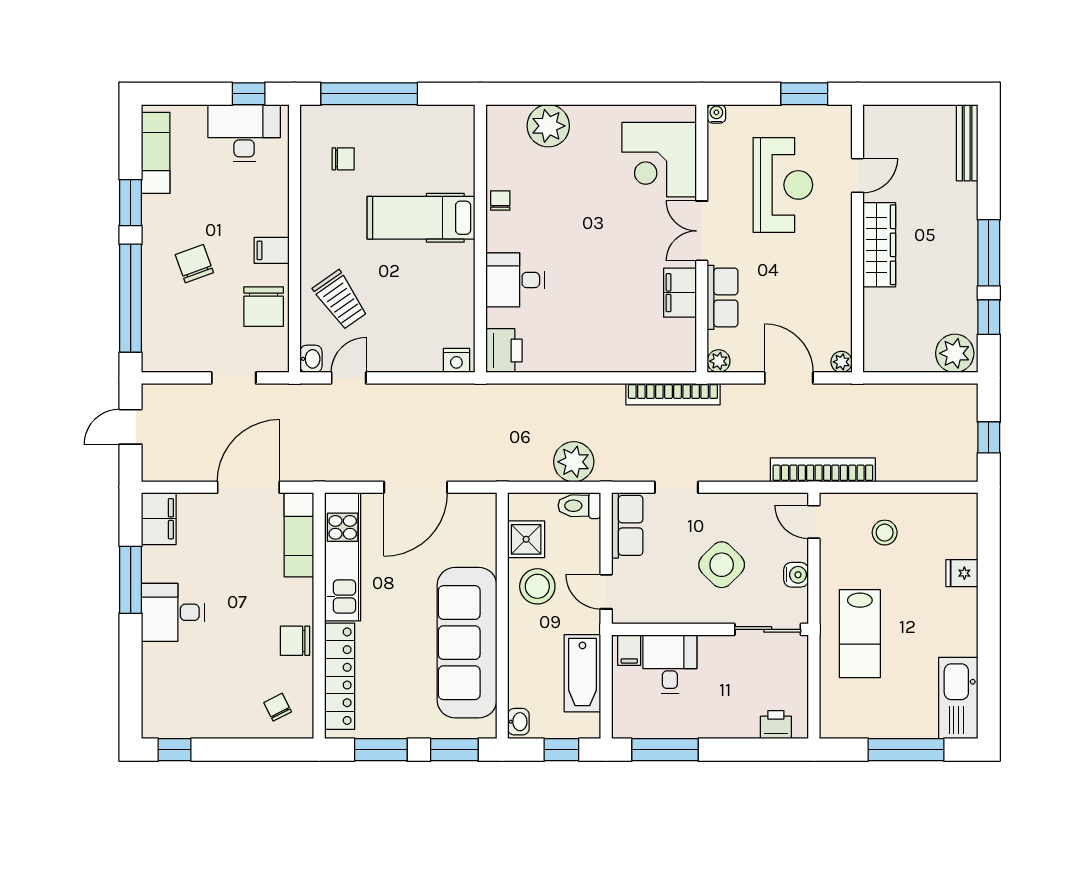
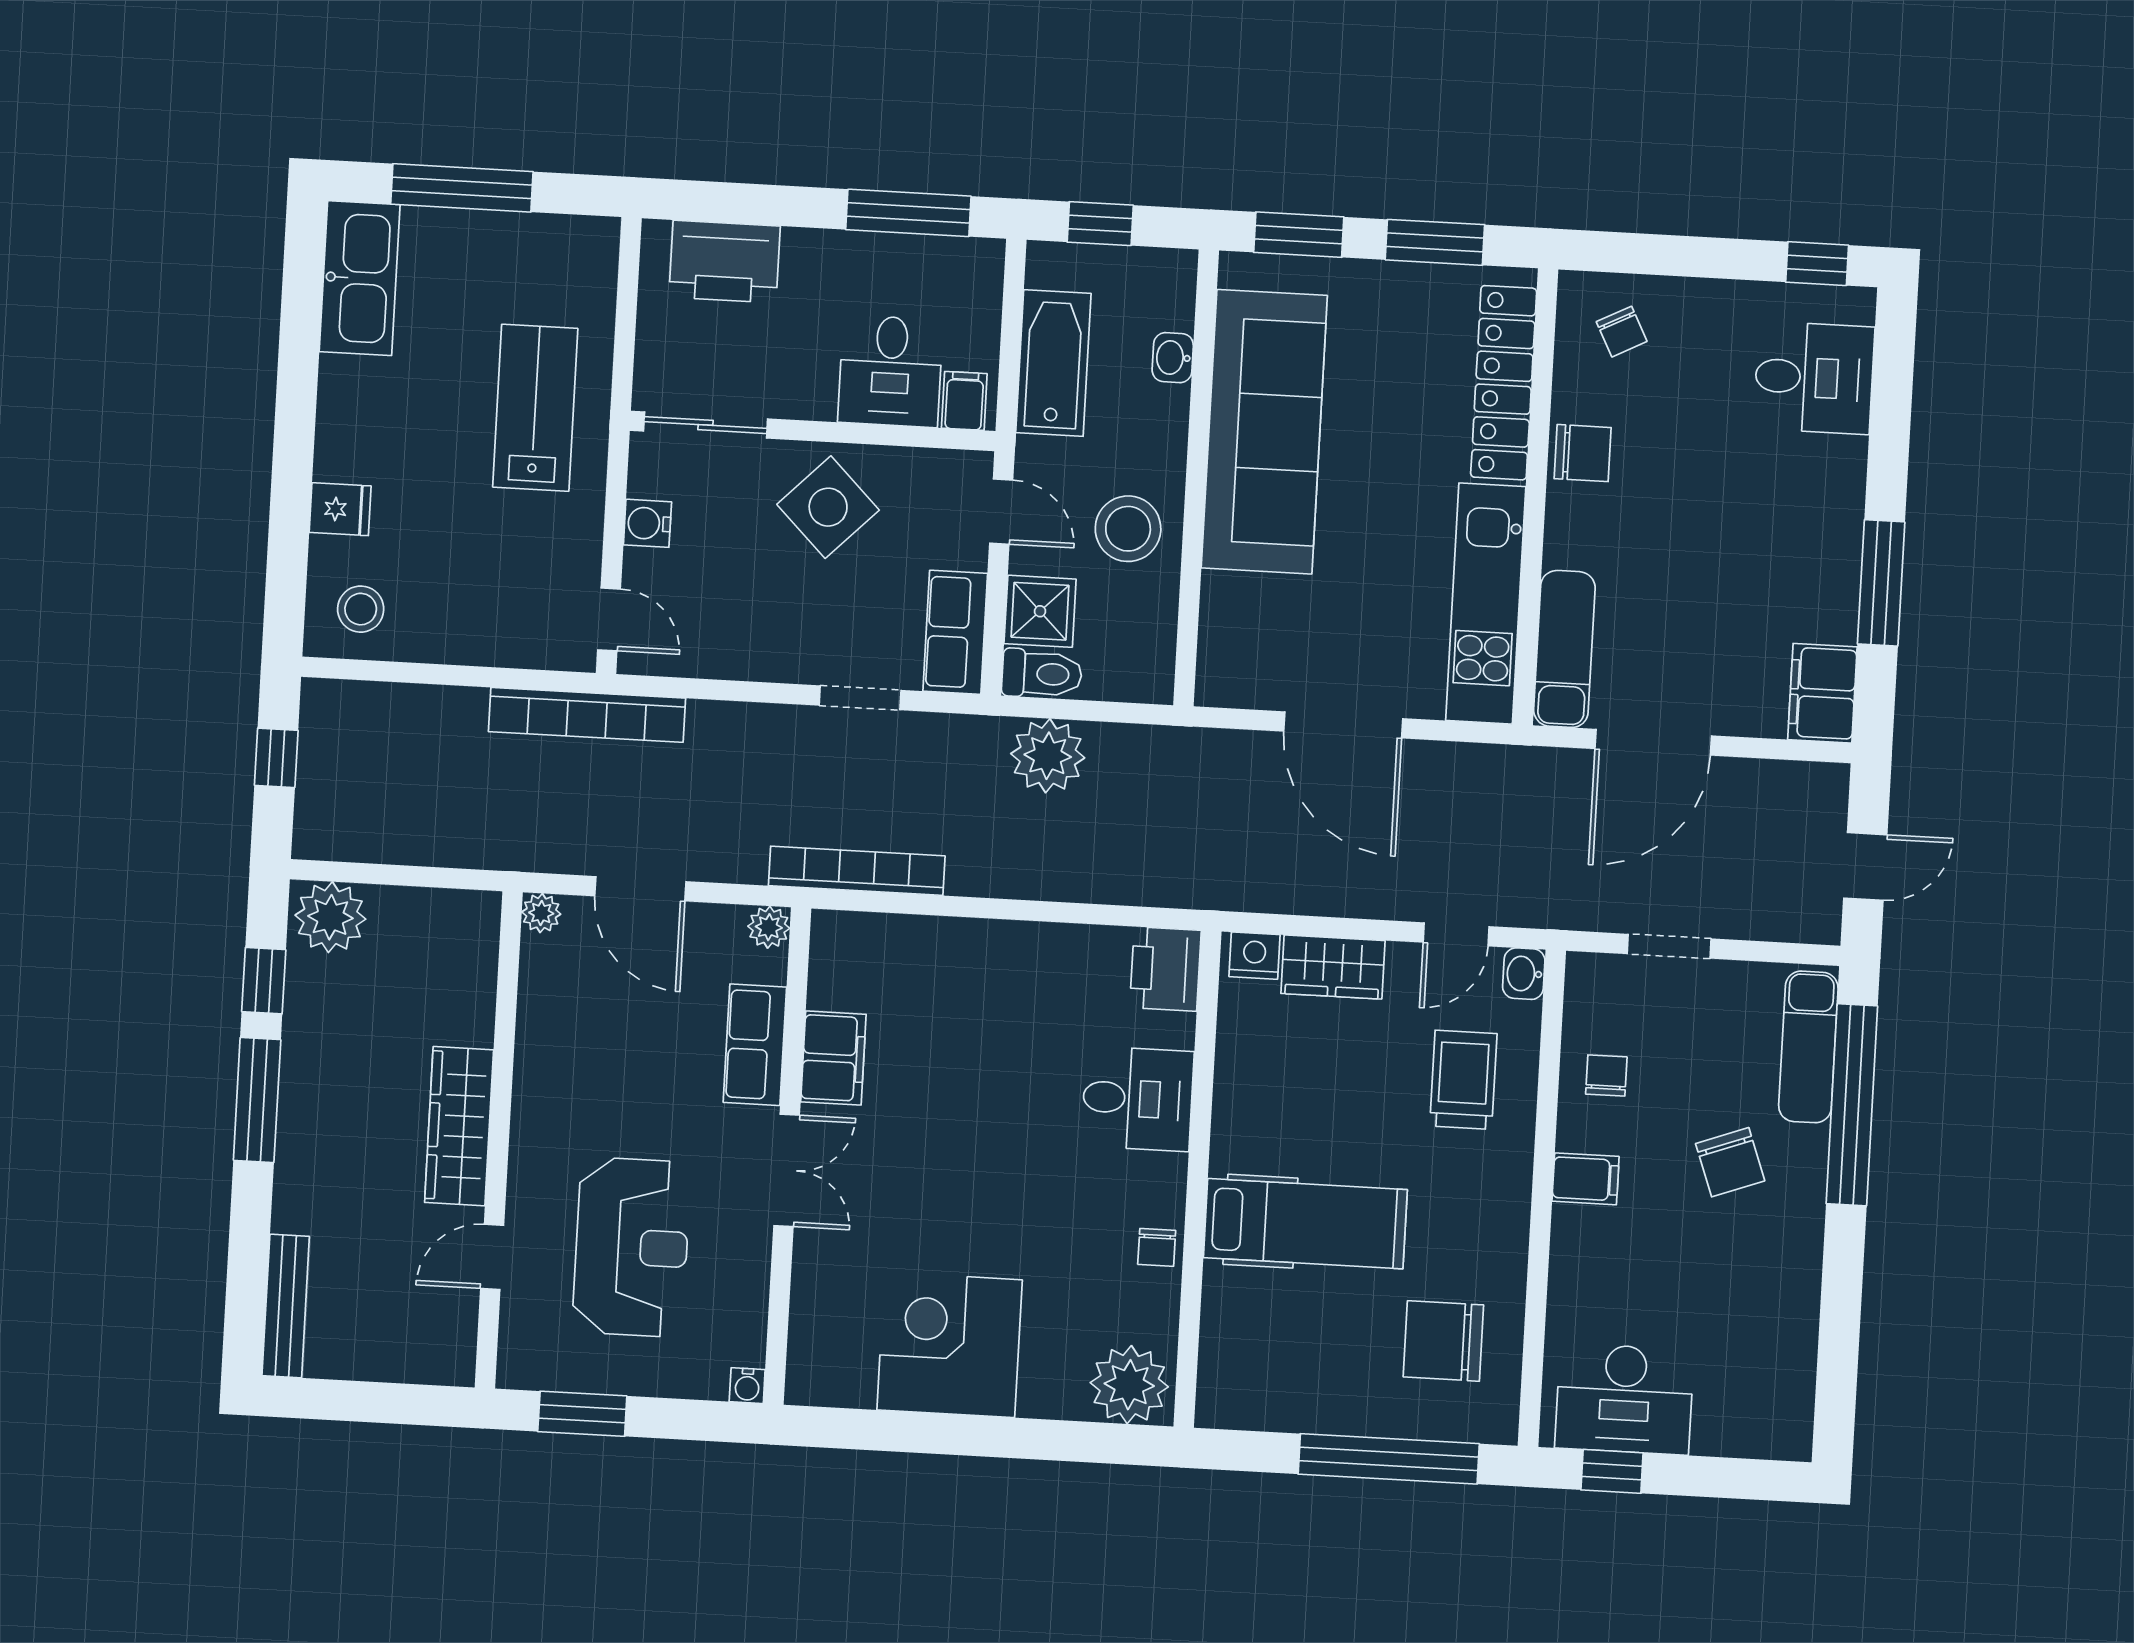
plant: (548, 126) -> (1129, 1385), moved
exam couch: (156, 153) -> (1808, 1047), moved
chair: (343, 159) -> (1443, 1341), width x1.87, depth x1.87
corner desk: (659, 160) -> (950, 1345), moved, turned -90
reception desk: (783, 185) -> (632, 1247), turned 180
window: (131, 203) -> (1842, 1282), removed
trolley: (340, 300) -> (1463, 1080), turned 35
chair: (264, 307) -> (1606, 1075), width x0.54, depth x0.54
wardrobe: (414, 357) -> (1333, 967), added
door: (416, 487) -> (1343, 725), swing flipped
stool: (885, 533) -> (361, 609), moved
shower: (526, 539) -> (1040, 611), moved
side table: (722, 565) -> (828, 507), moved
desk: (173, 612) -> (1814, 378), moved
washbasin: (518, 722) -> (1173, 358), moved
printer: (776, 725) -> (725, 262), width x1.87, depth x1.48

